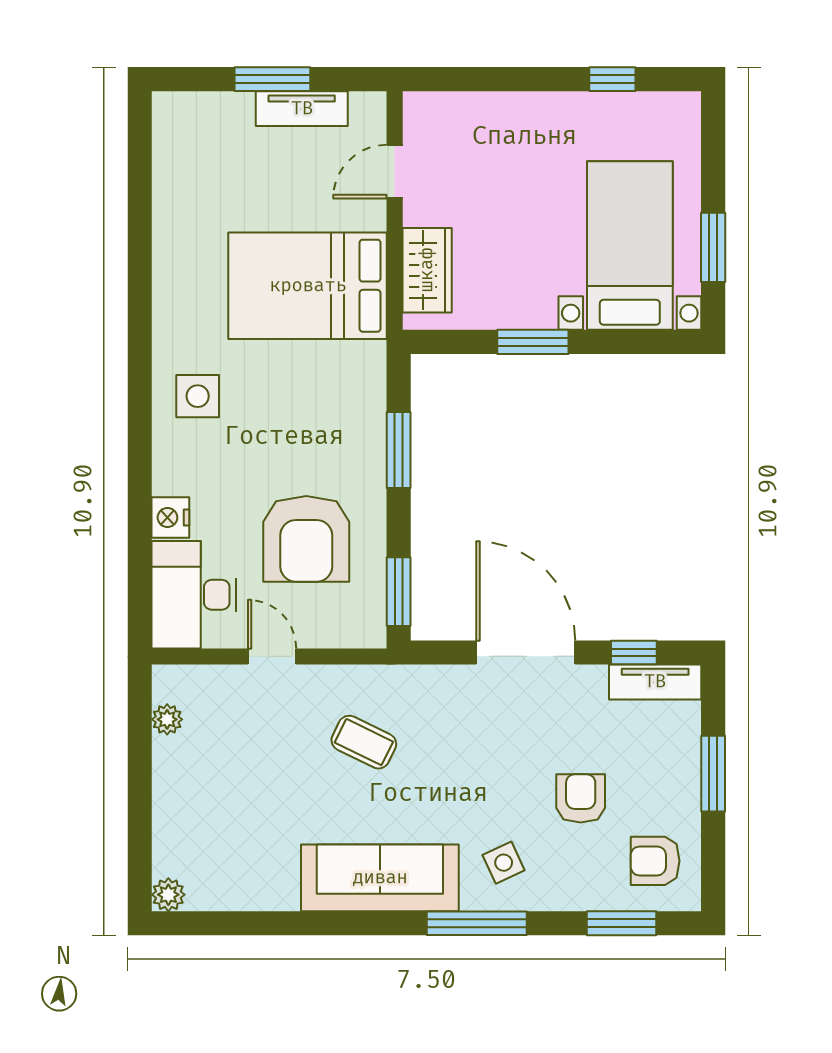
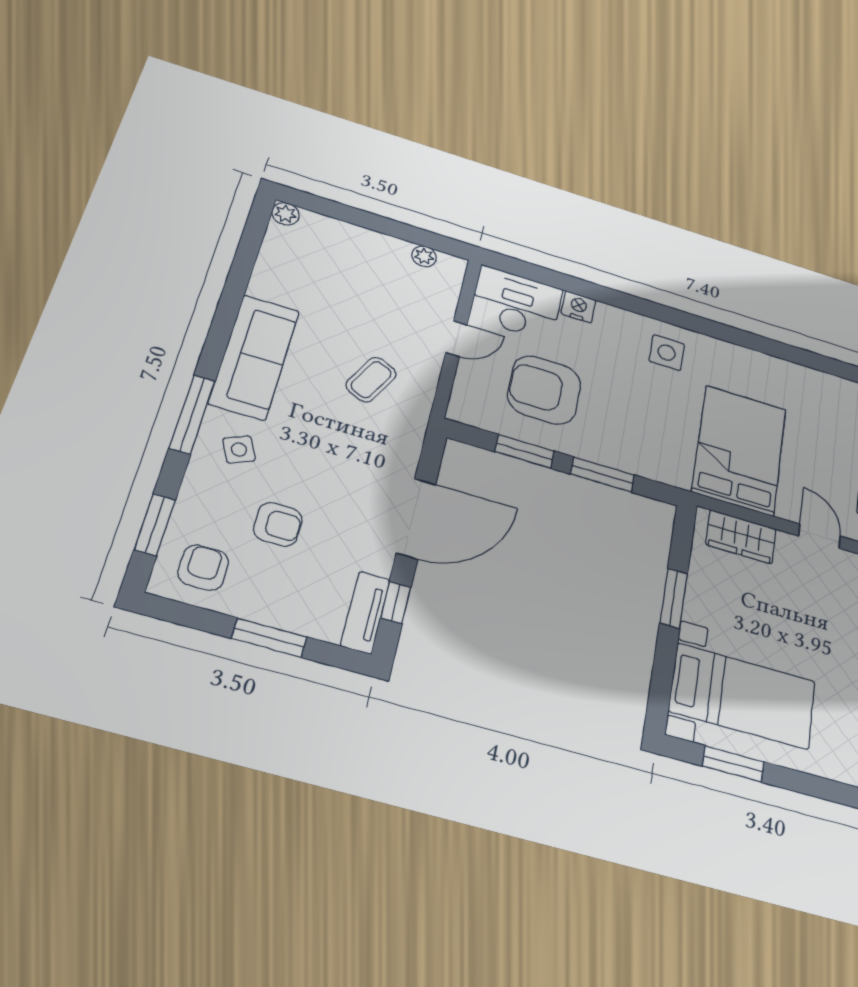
window: (399, 592) -> (525, 451), moved

